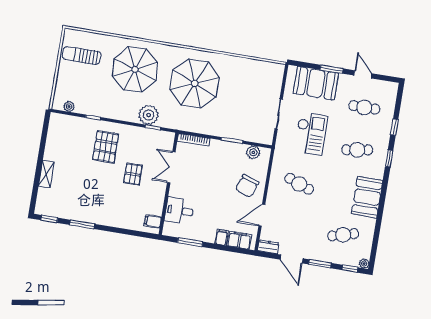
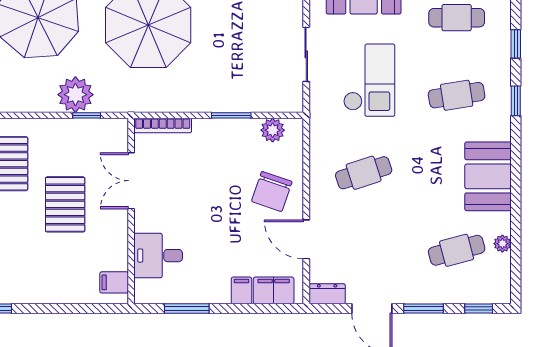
pallet: (133, 174) -> (65, 204), width x1.50, depth x1.42
cafe table: (299, 184) -> (364, 173), turned -39
door: (262, 215) -> (306, 239), hinge flipped
plant: (364, 264) -> (502, 244), moved

